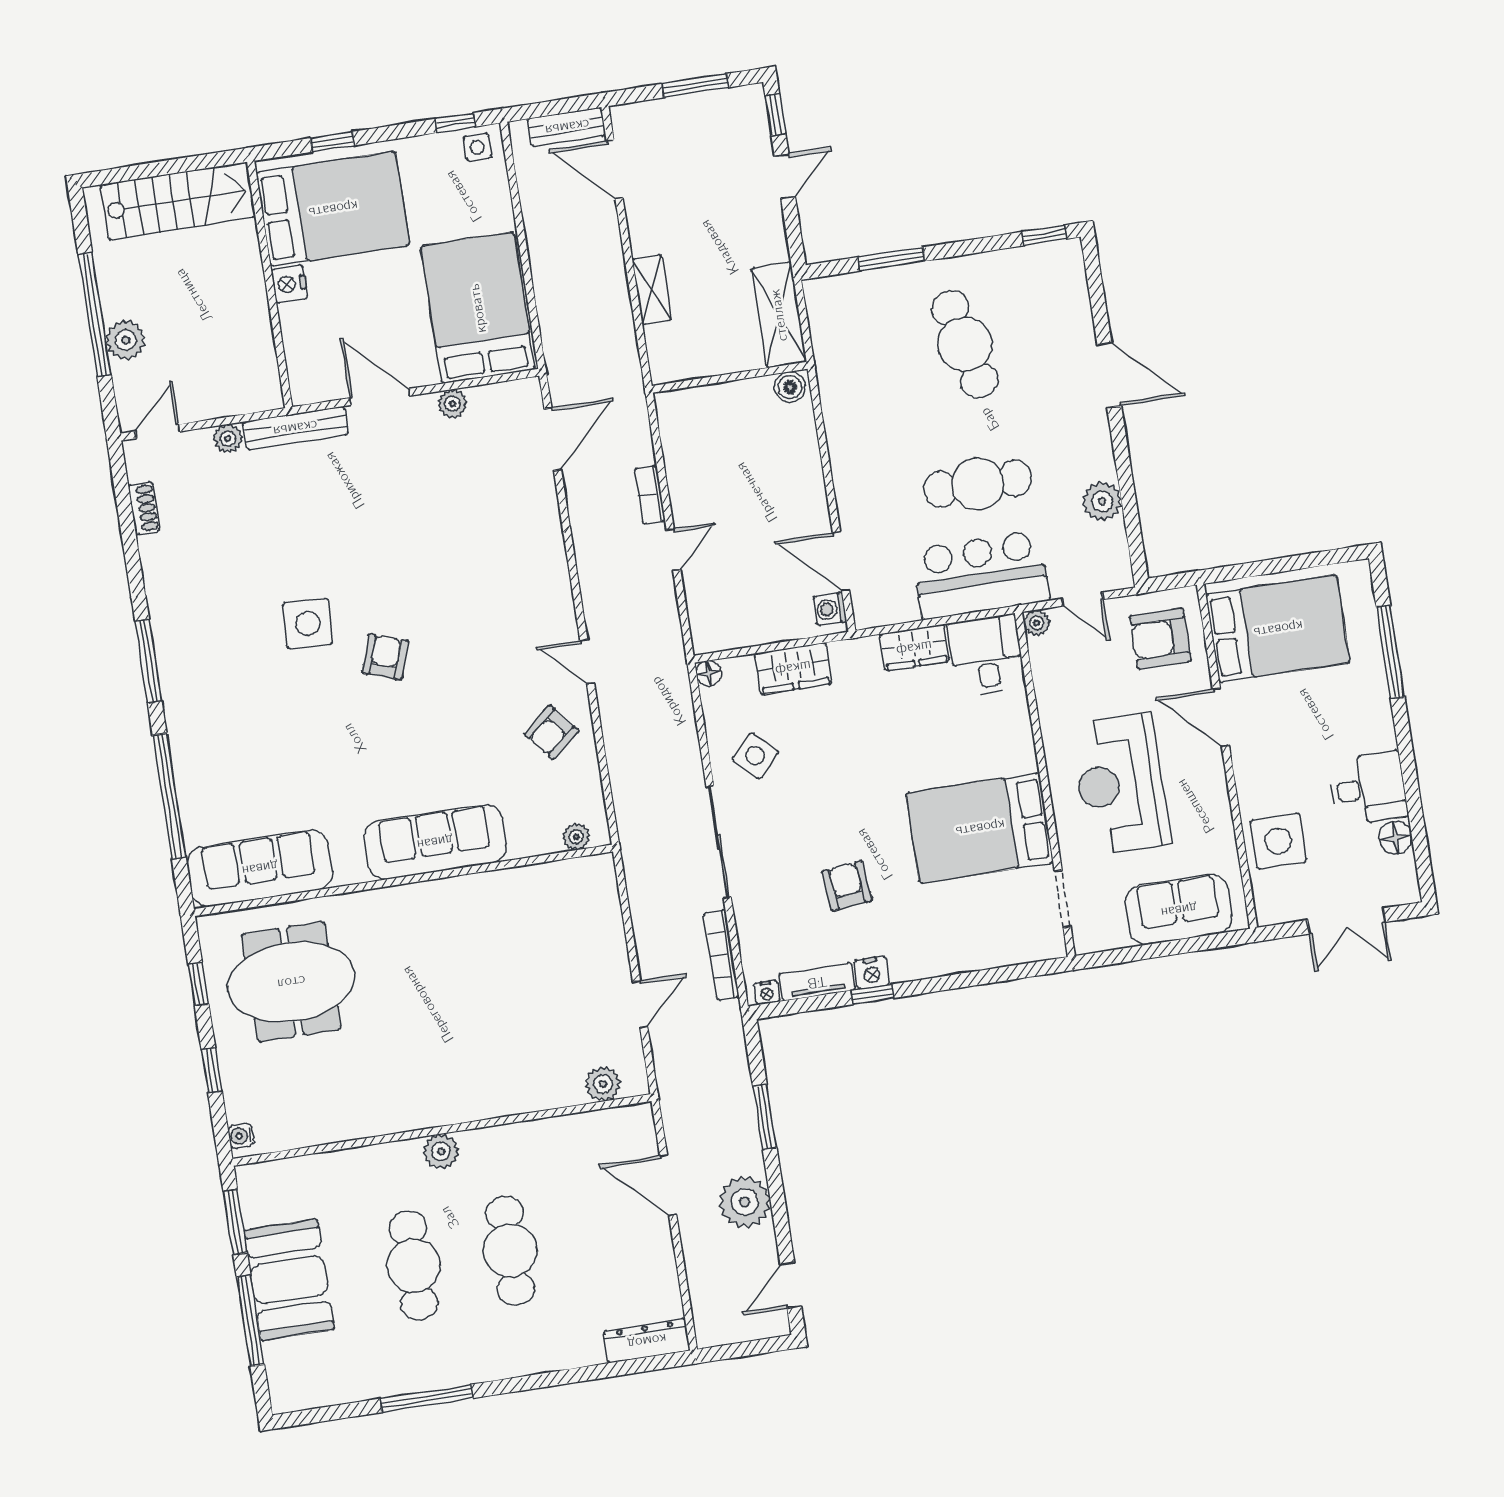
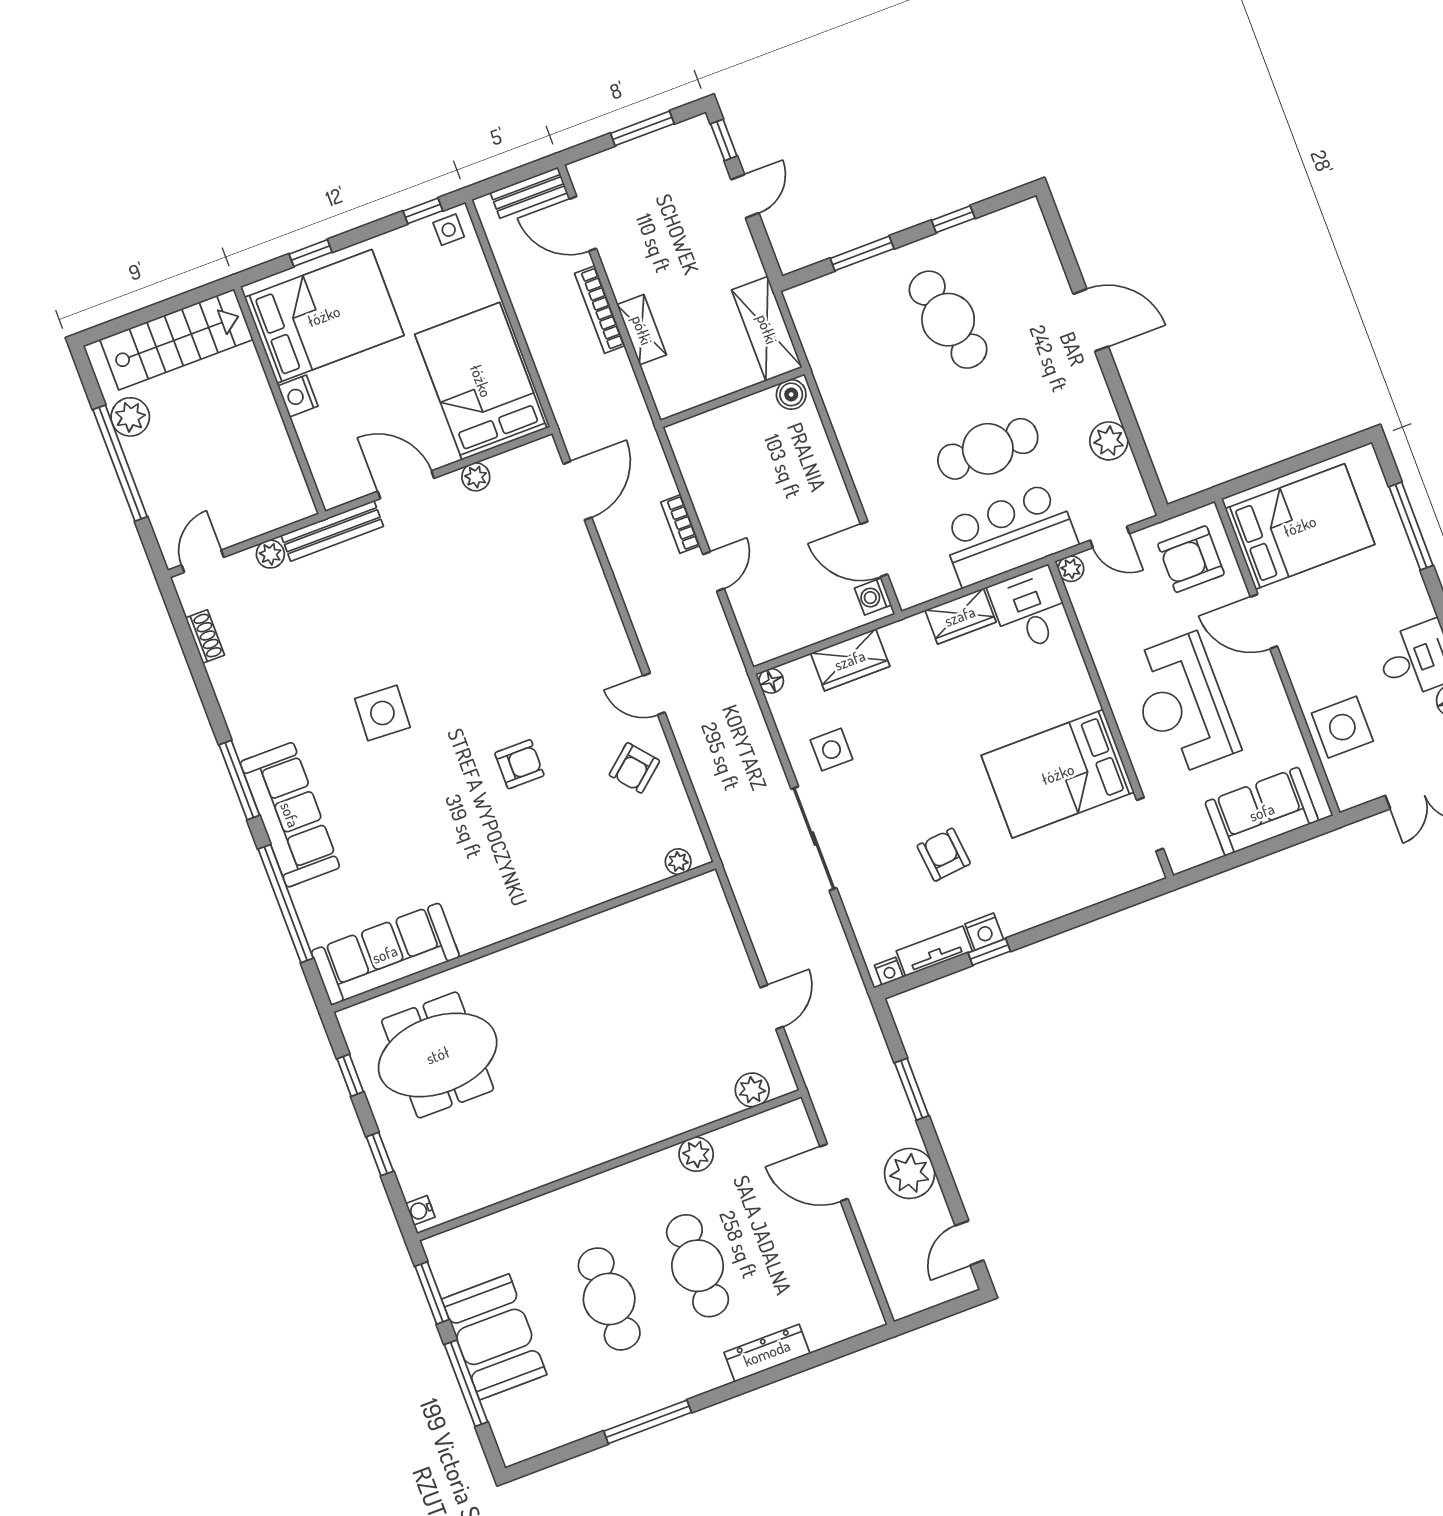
window: (1044, 235) -> (953, 219), moved
plant: (126, 340) -> (130, 417), moved
armchair: (385, 657) -> (519, 764), moved, turned 71
side table: (755, 756) -> (831, 750), turned 45
sofa: (435, 842) -> (290, 815), moved, turned 90
bookcase: (721, 955) -> (600, 310), moved
plant: (441, 1151) -> (696, 1154), moved
dresser: (647, 1341) -> (767, 1353), moved

